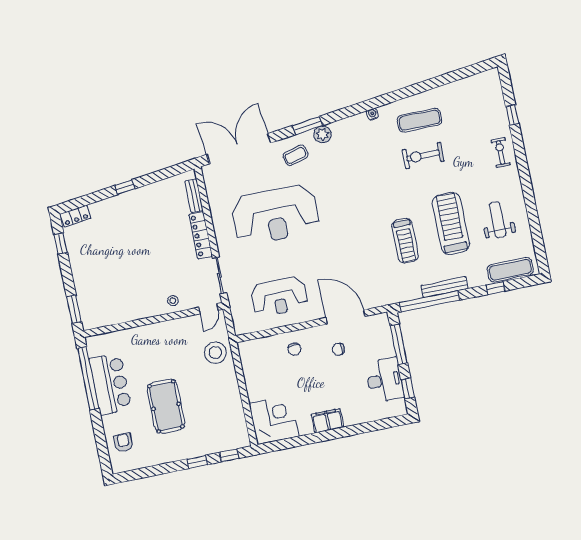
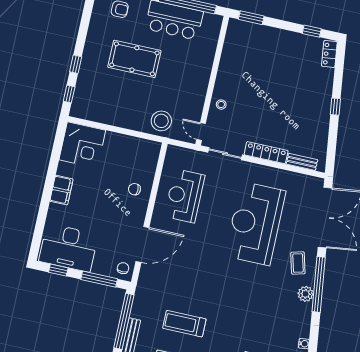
window: (307, 126) -> (319, 284), width x2.11
chair: (338, 349) -> (123, 268), moved
desk: (385, 380) -> (68, 248), width x1.36, depth x1.30

